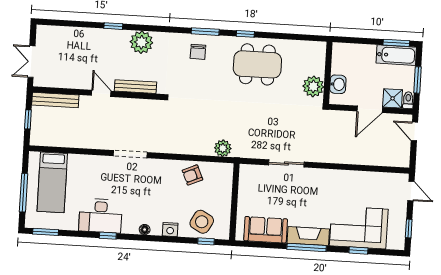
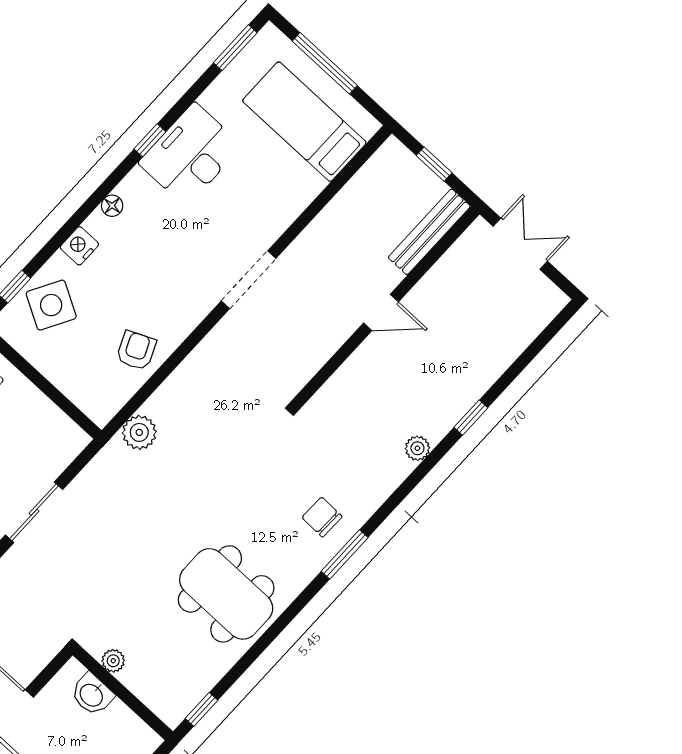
window: (245, 34) -> (202, 709), moved
plant: (141, 42) -> (417, 448), width x0.53, depth x0.53
dining table: (257, 64) -> (226, 594), turned 90
plant: (313, 86) -> (113, 661), width x0.53, depth x0.53
bench: (135, 87) -> (348, 375), removed

